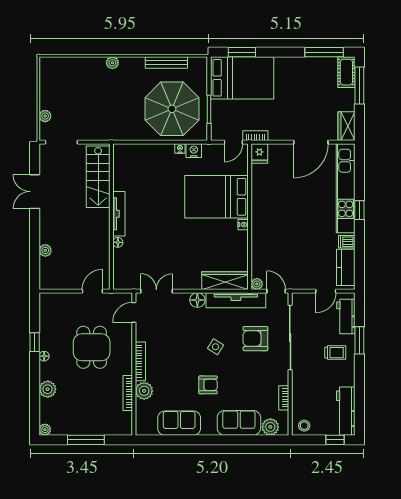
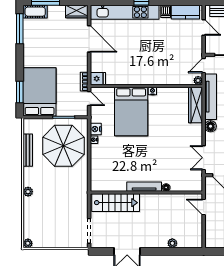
plant: (45, 116) -> (28, 243), moved

